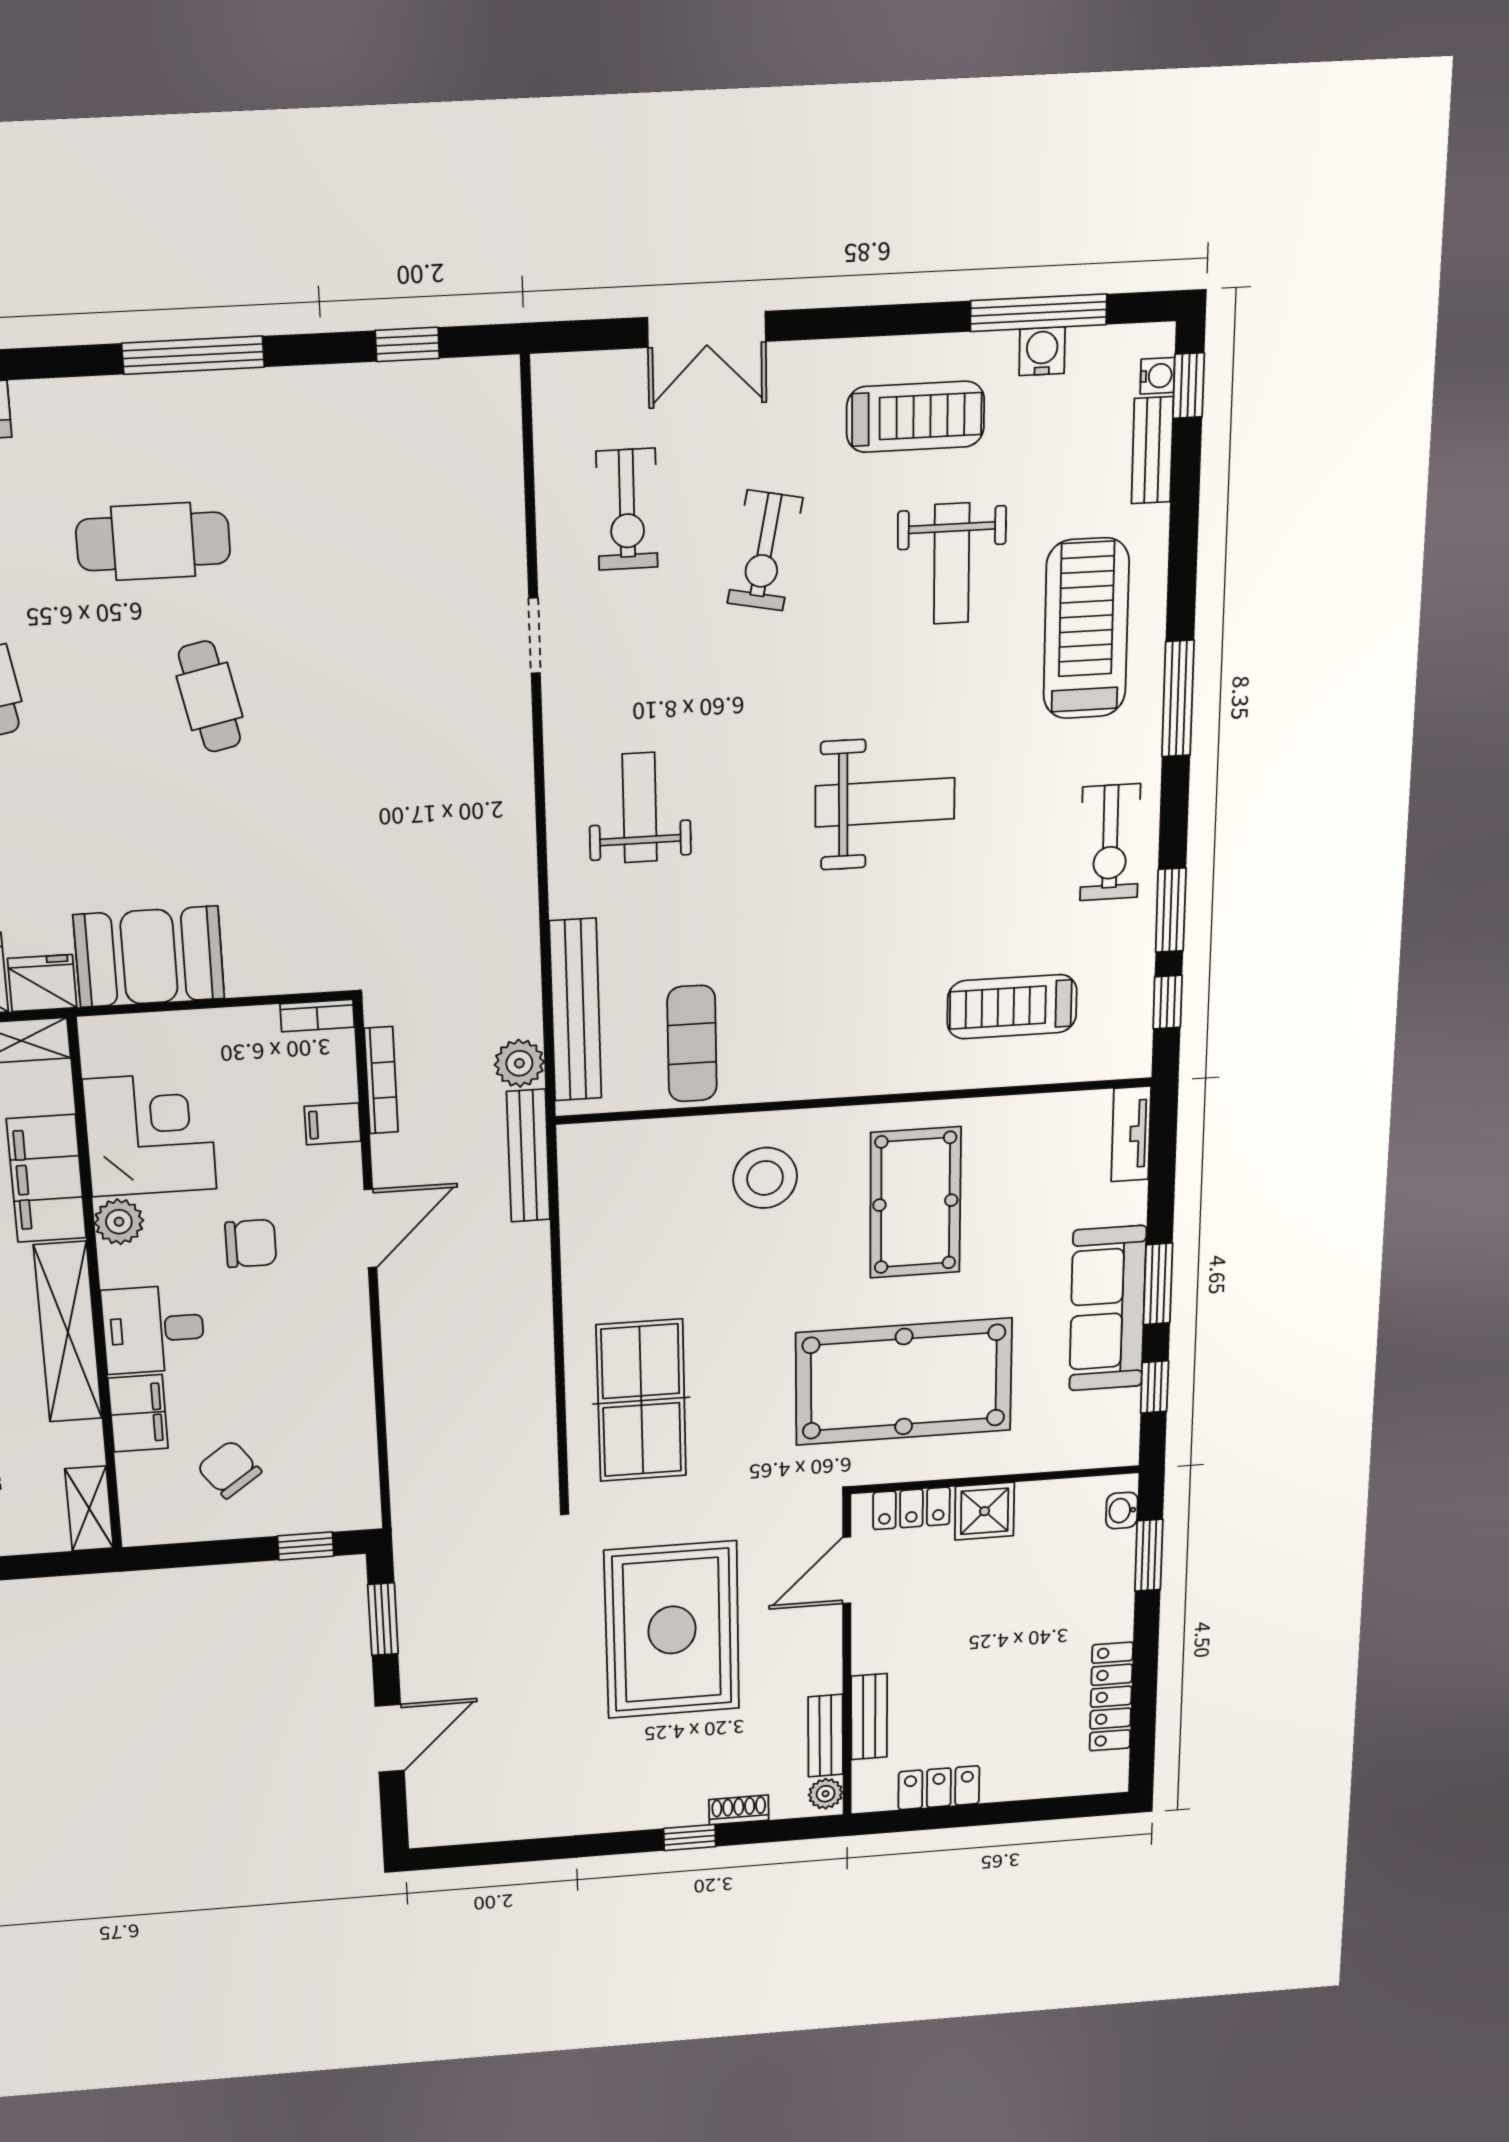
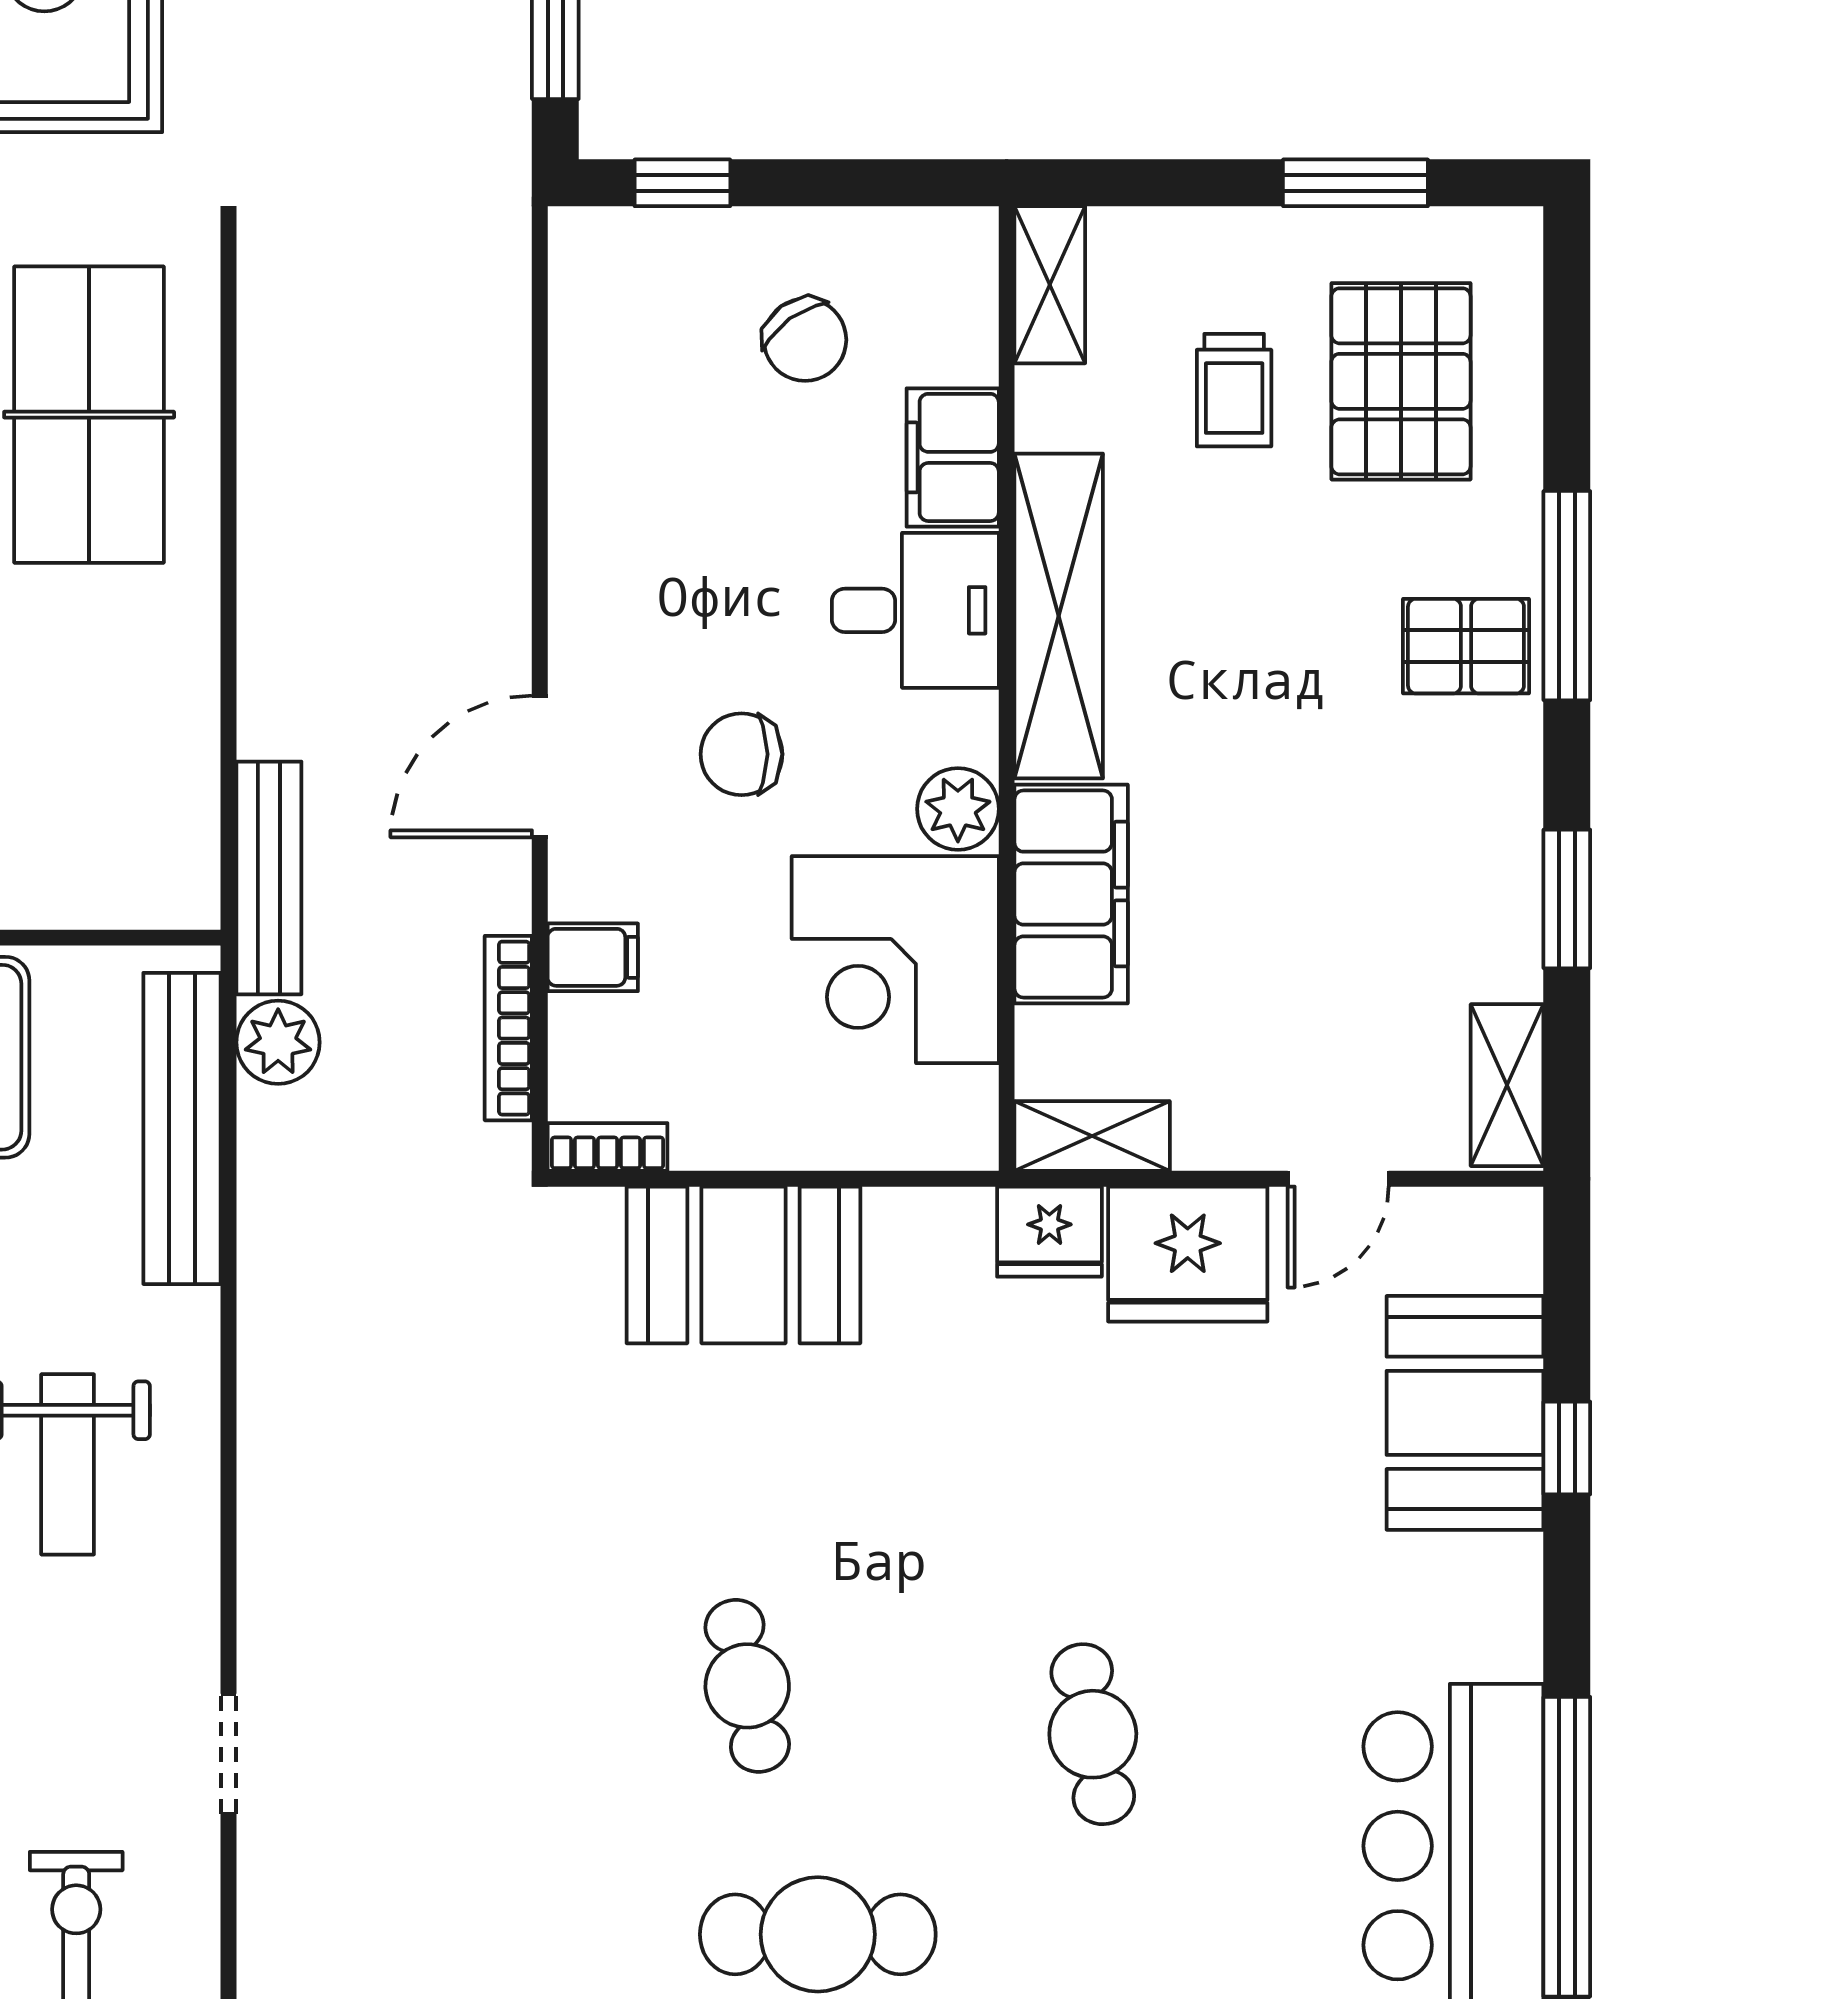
booth: (149, 957) -> (743, 1265), moved

